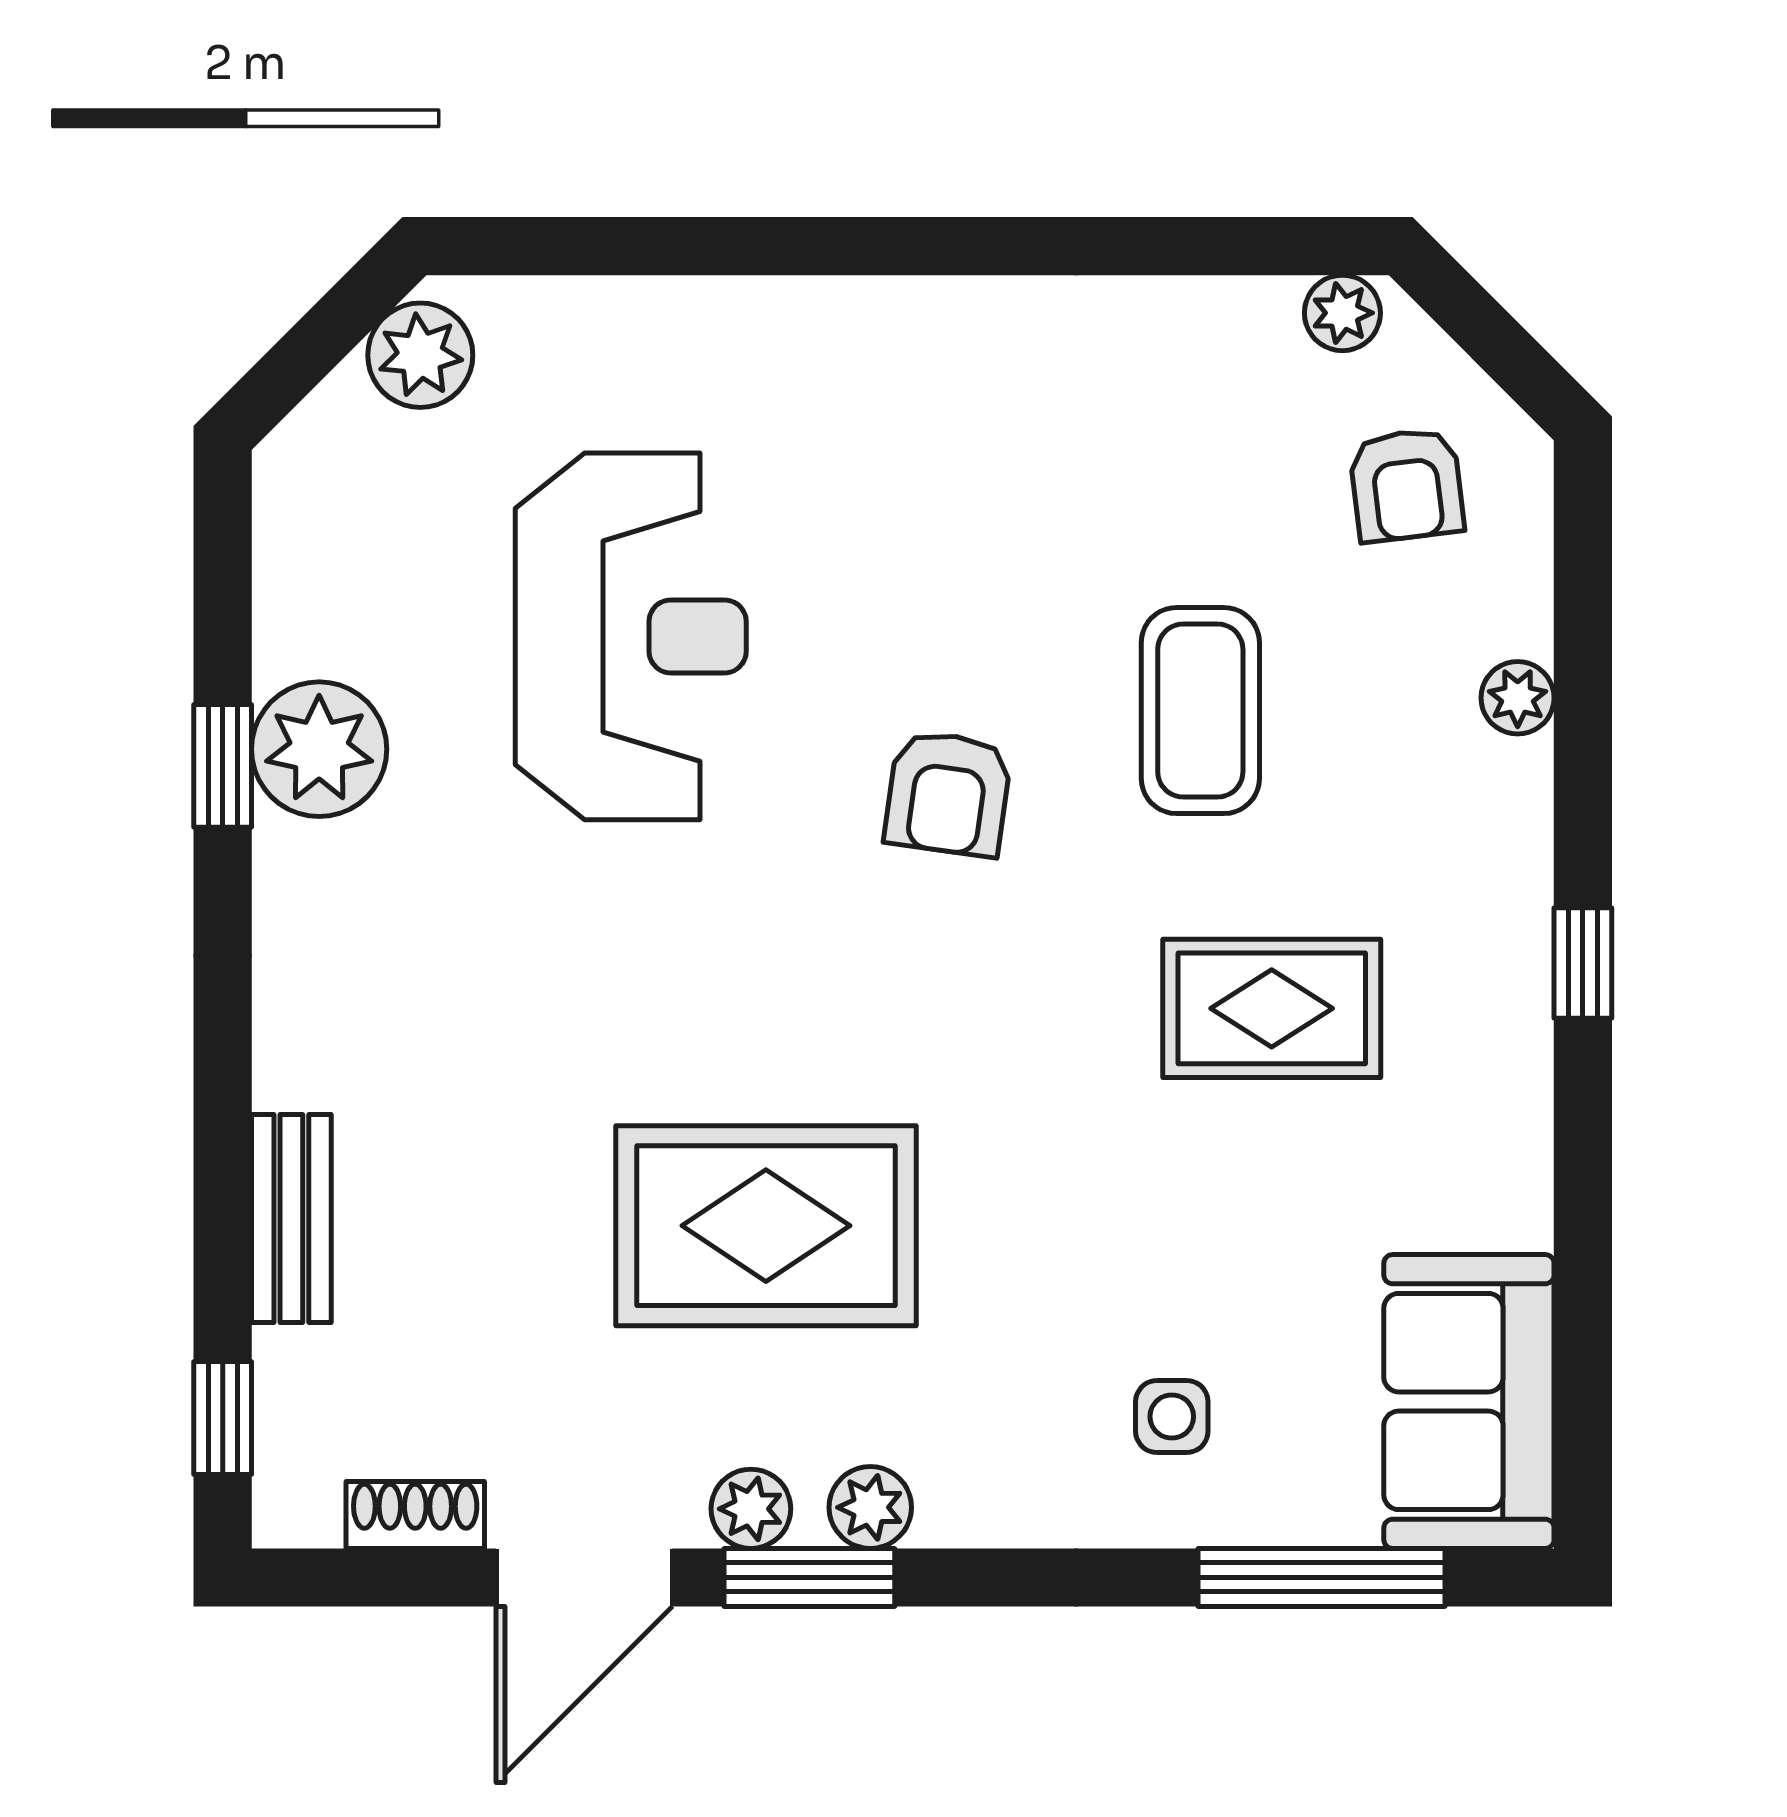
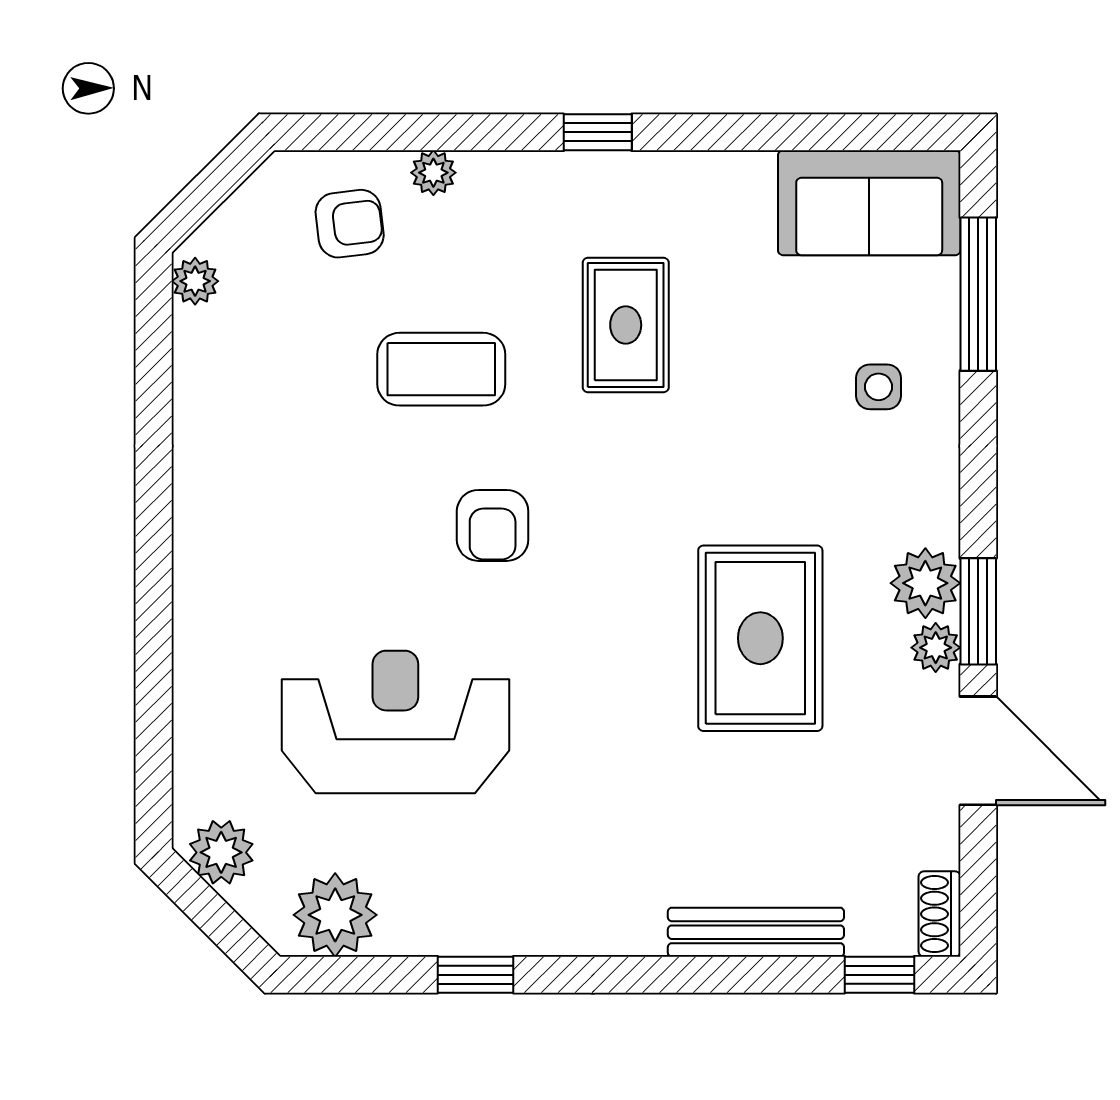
armchair: (1407, 485) -> (350, 224), moved
plant: (319, 749) -> (335, 915), moved
armchair: (948, 793) -> (493, 525), turned 82
bench: (291, 1219) -> (756, 932), width x1.36
plant: (870, 1507) -> (925, 583), width x1.38, depth x1.38
shoe rack: (415, 1515) -> (939, 914), moved

